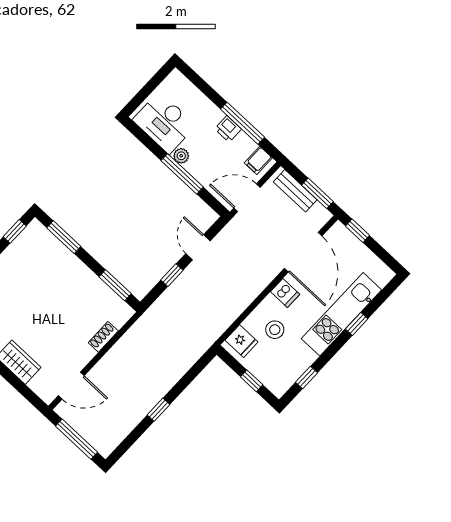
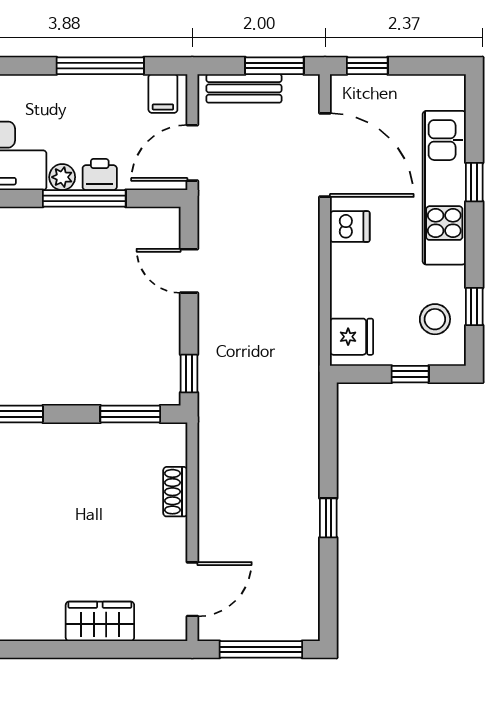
printer: (228, 129) -> (100, 174), moved, turned 180
window: (172, 275) -> (189, 374), moved
stool: (275, 330) -> (435, 319), moved

